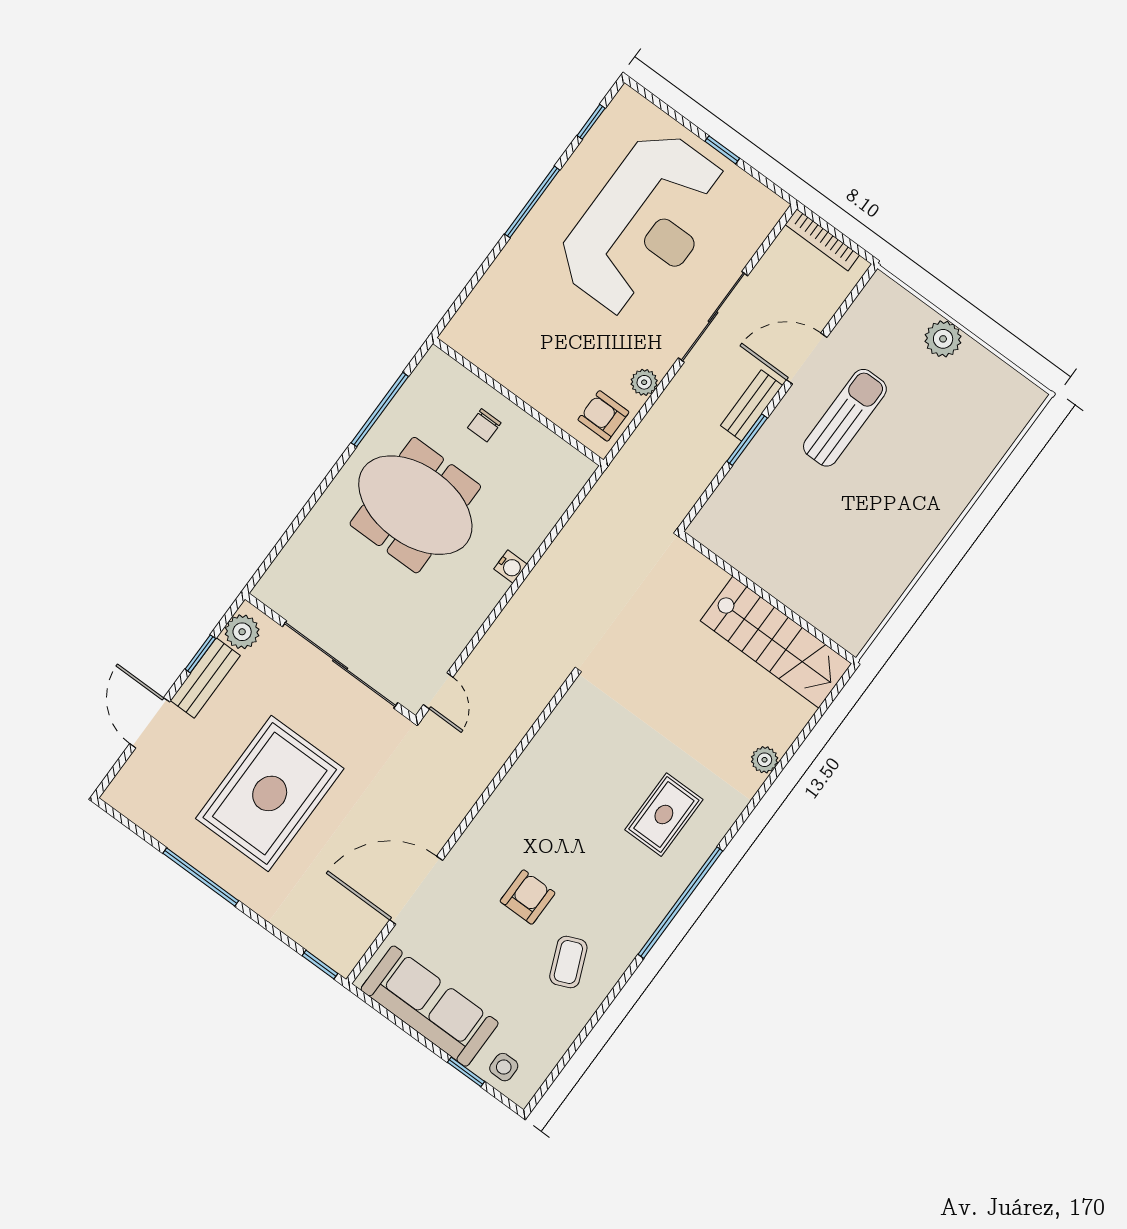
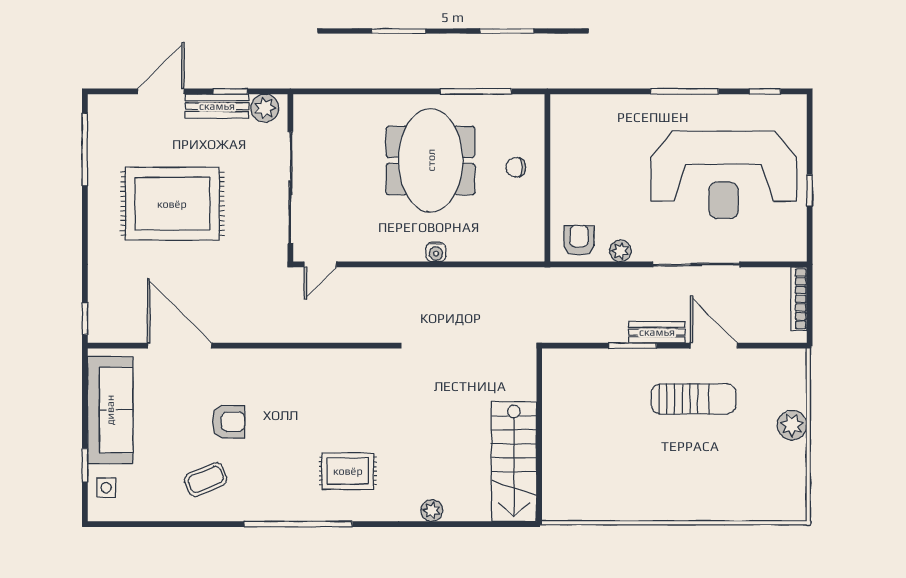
window: (201, 877) -> (85, 149), moved

